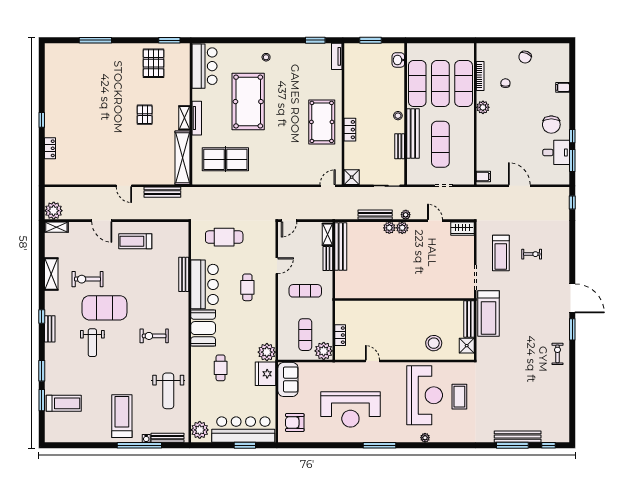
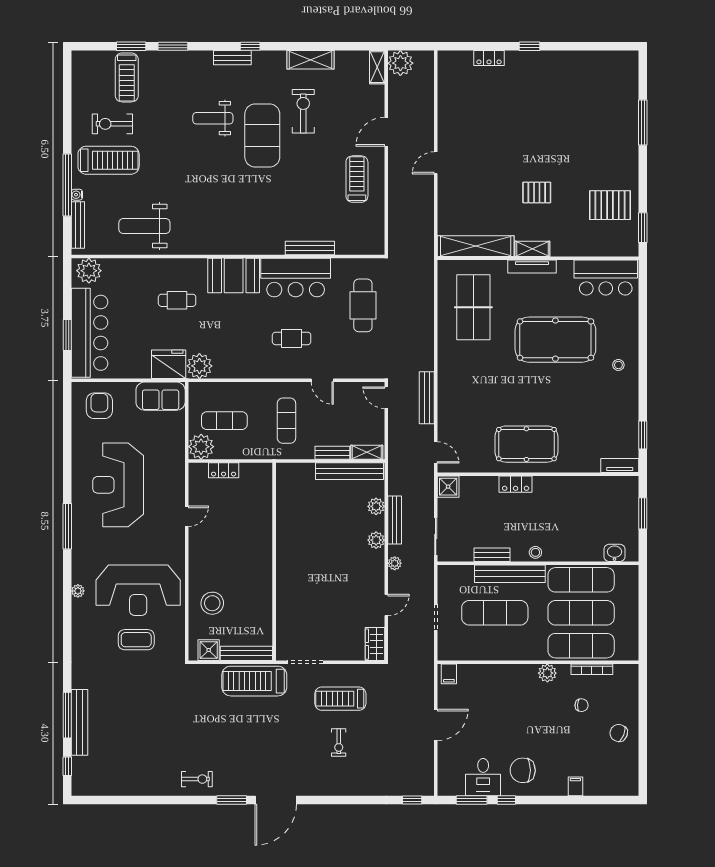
bench: (162, 192) -> (427, 398), moved
plant: (402, 228) -> (376, 506), moved
exercise bike: (154, 336) -> (112, 124), moved, turned -90

